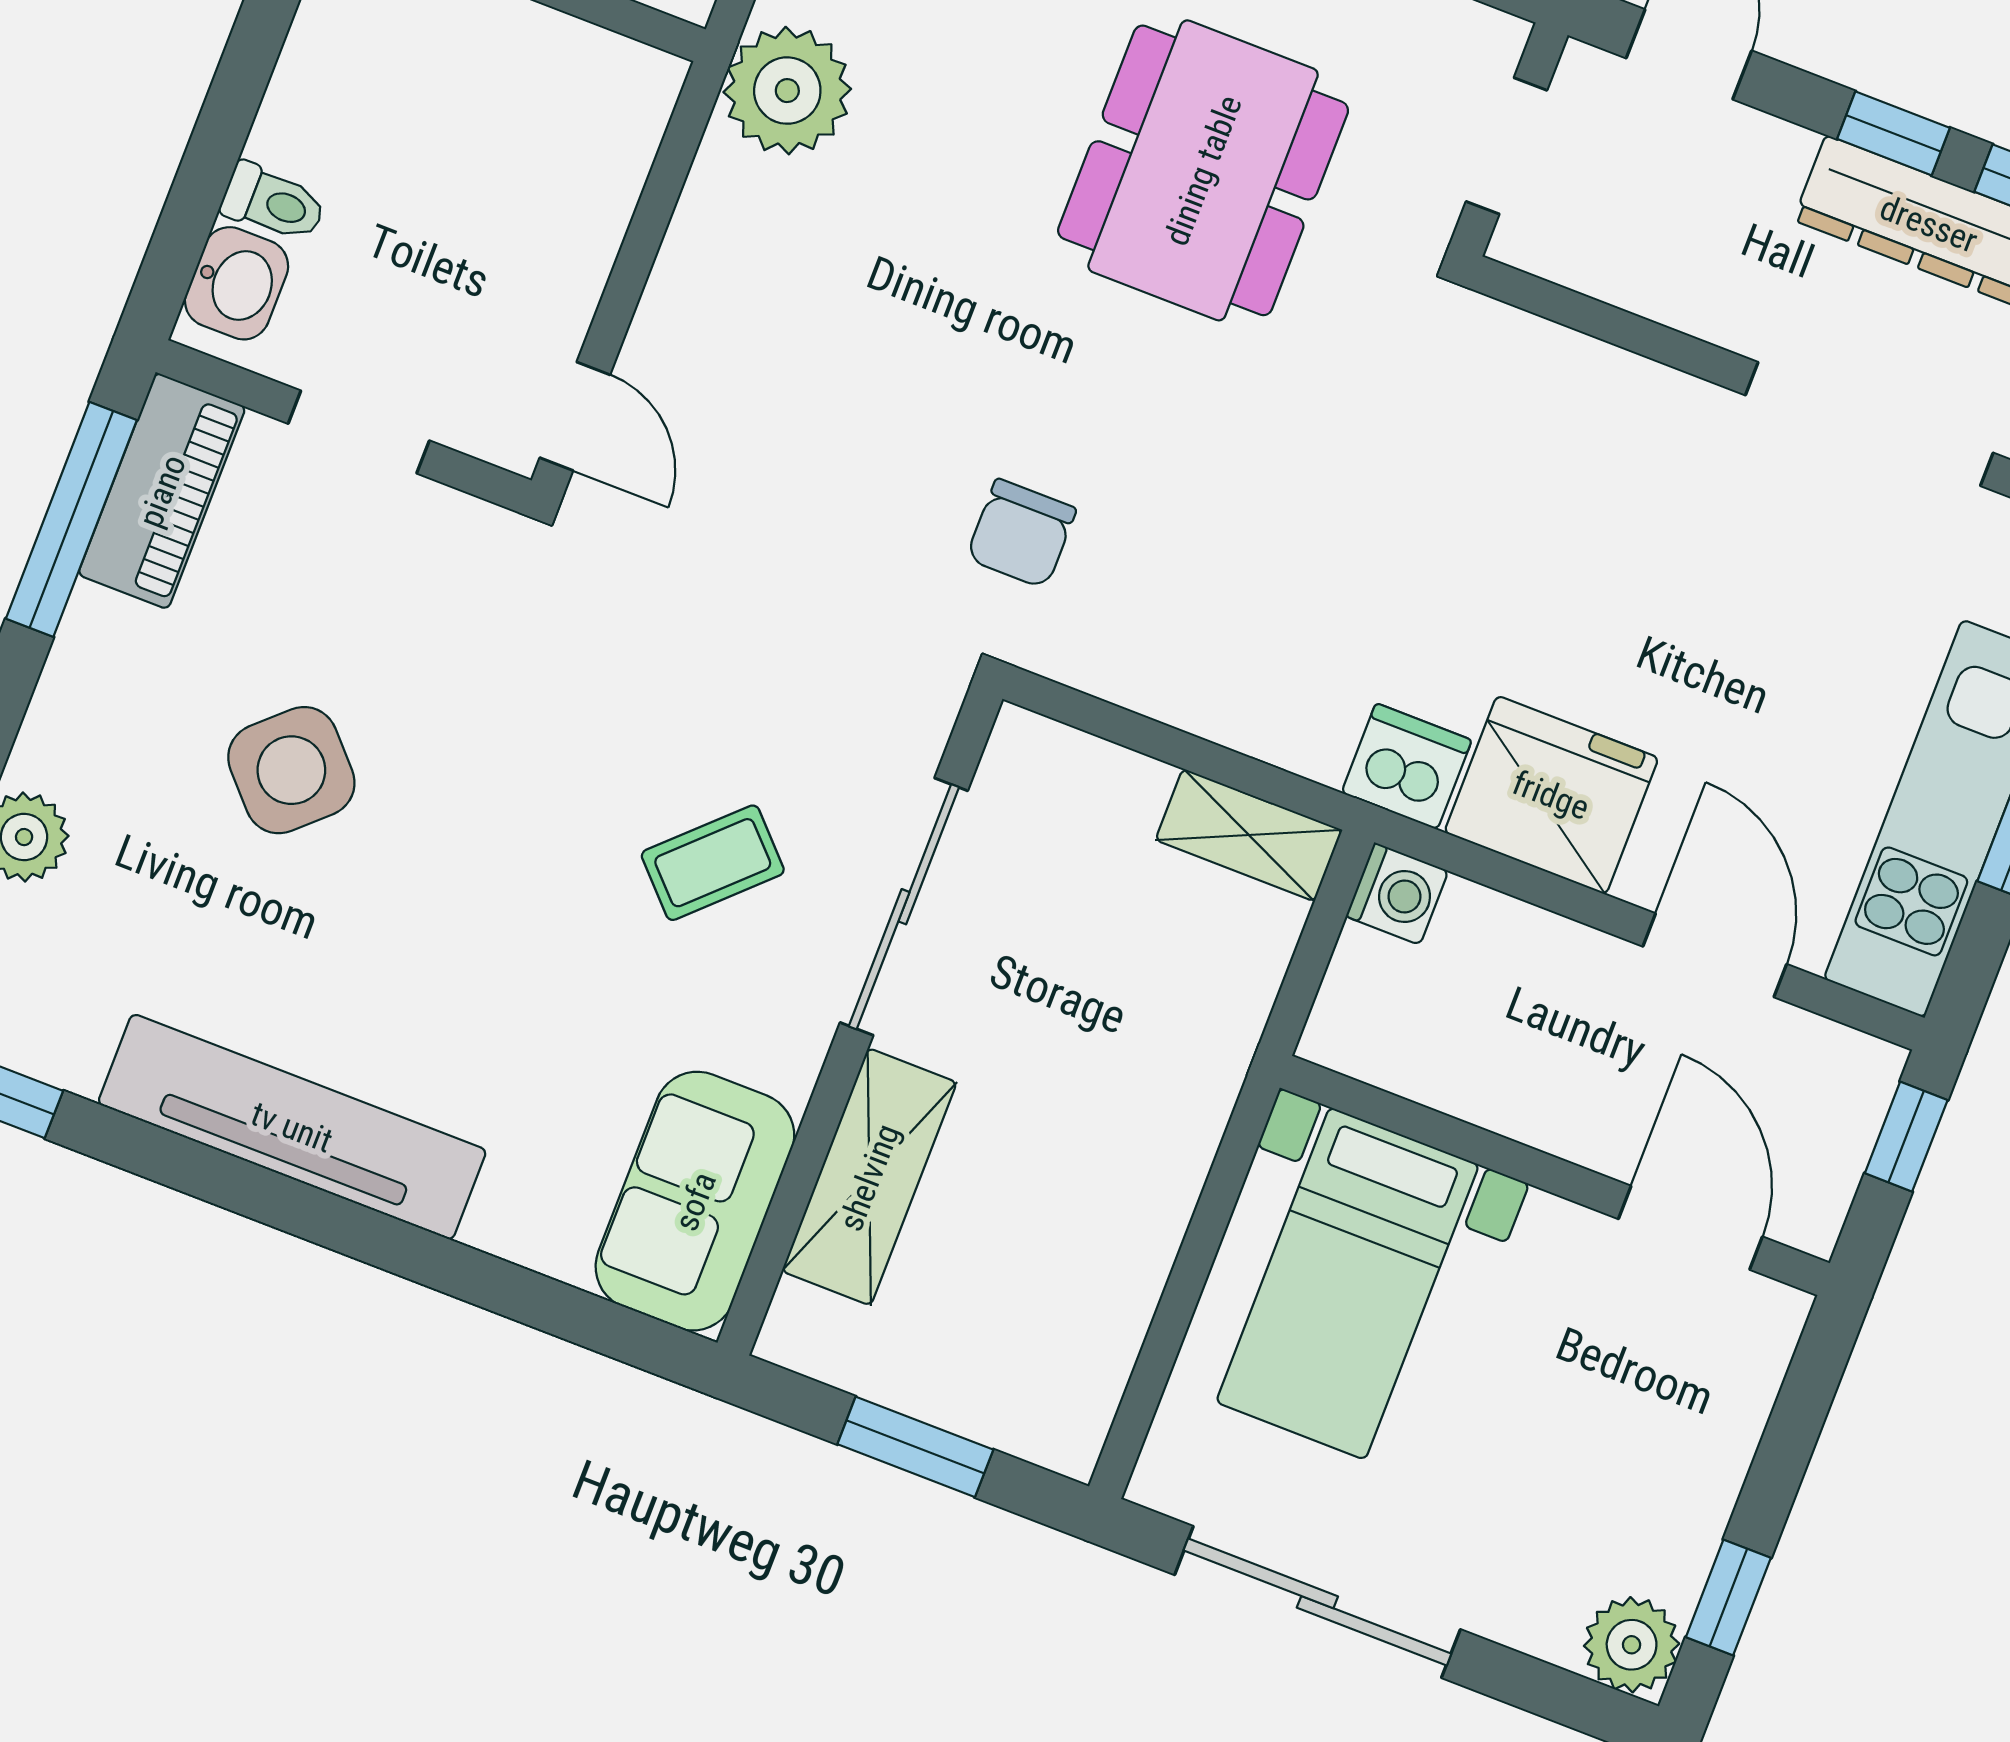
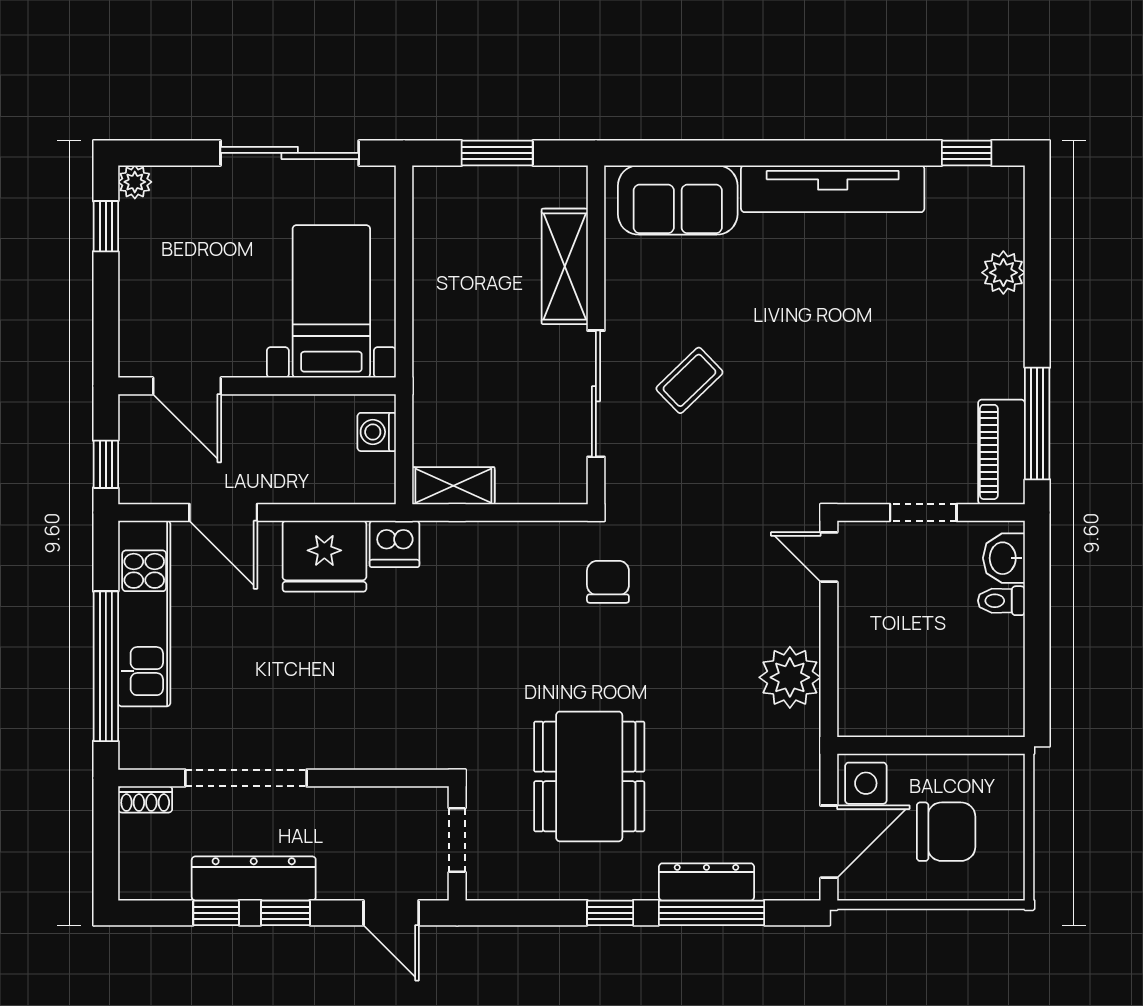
plant: (787, 91) -> (790, 677), moved
side table: (291, 770) -> (895, 349), removed
washing machine: (1397, 894) -> (377, 432), moved
sofa: (695, 1201) -> (678, 200), moved, turned 90
plant: (1632, 1645) -> (135, 182), width x0.73, depth x0.73

